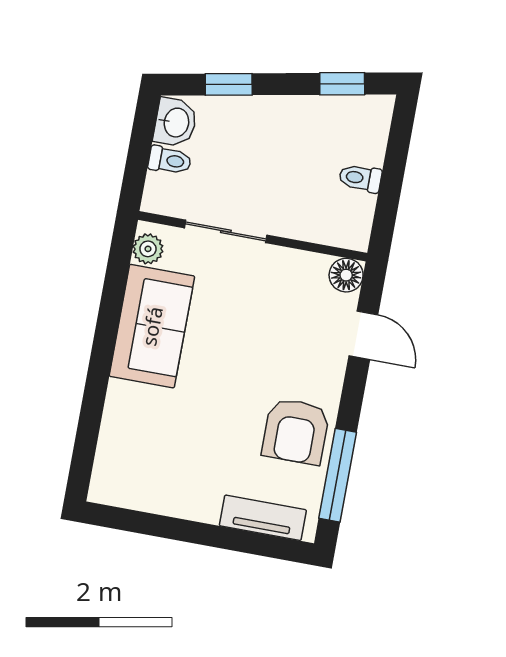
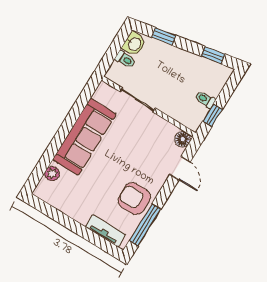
window: (387, 204) -> (213, 115), added
plant: (148, 249) -> (52, 174), moved
sofa: (152, 326) -> (84, 137), width x1.36
armchair: (296, 431) -> (134, 199), turned 90

